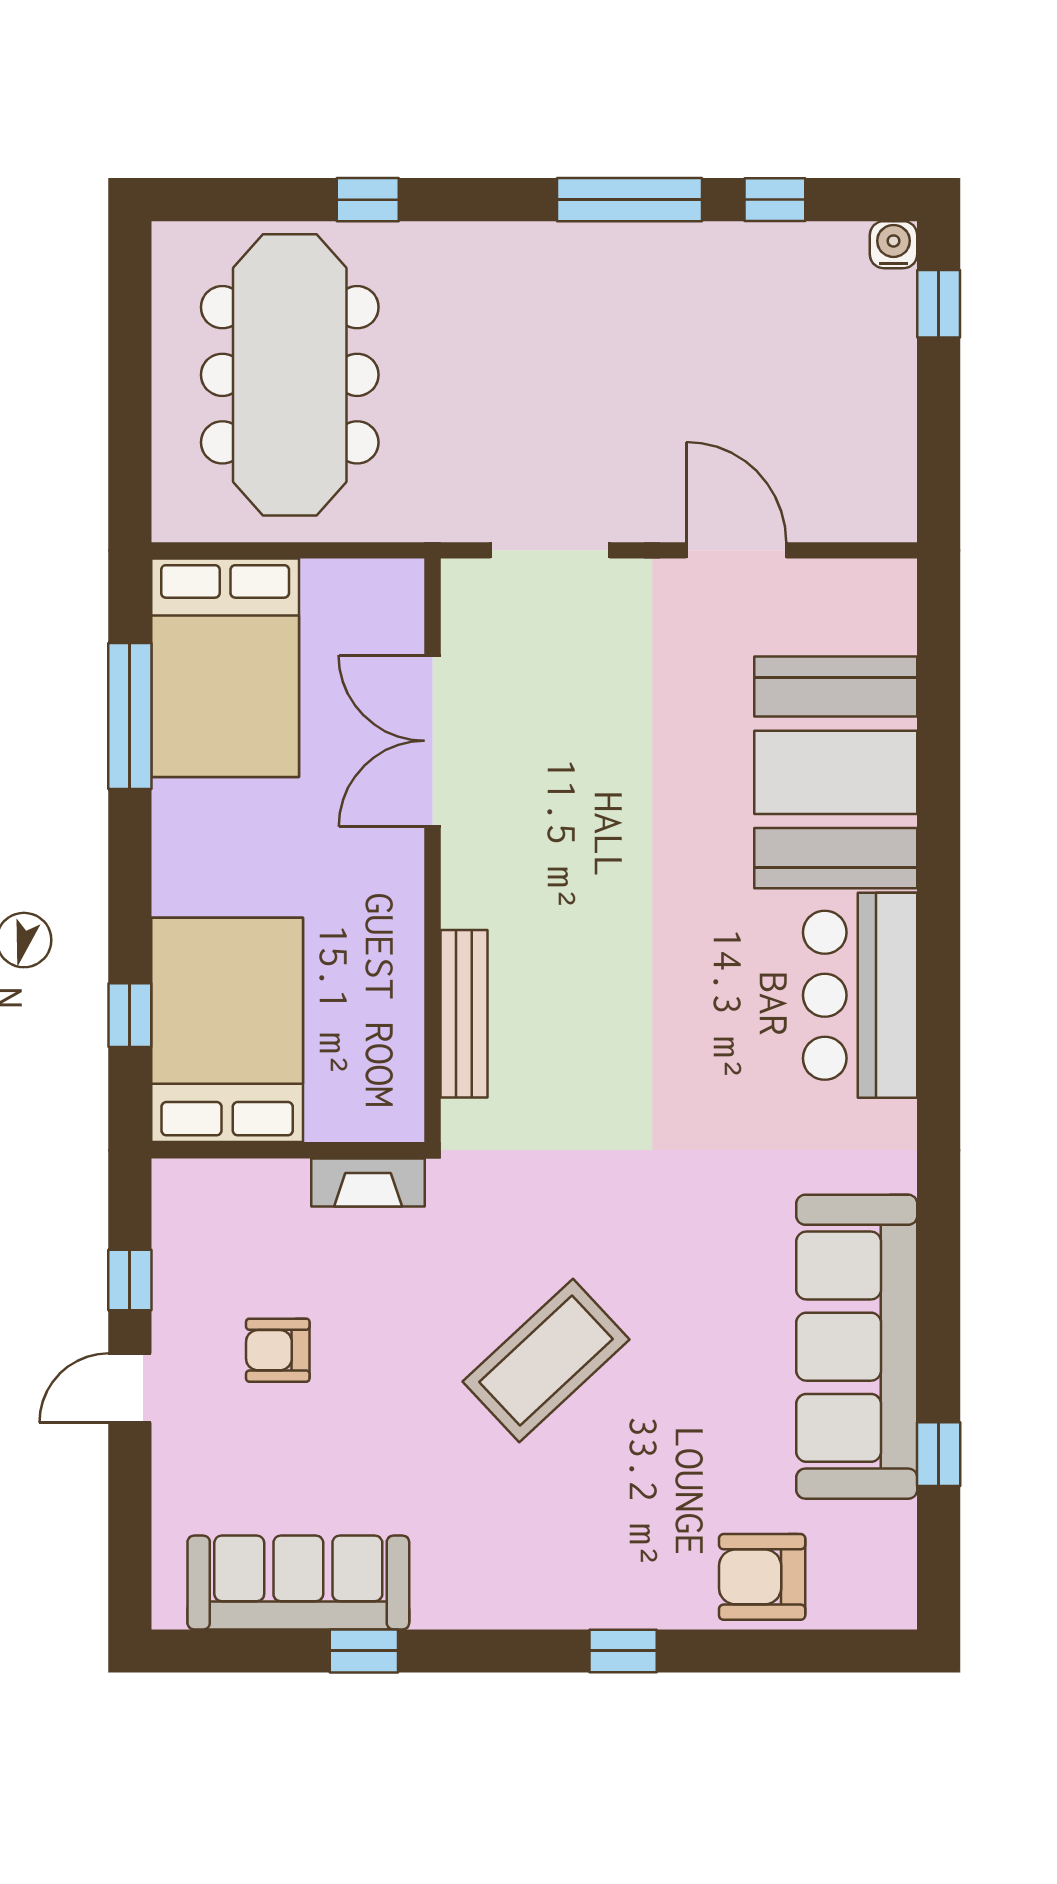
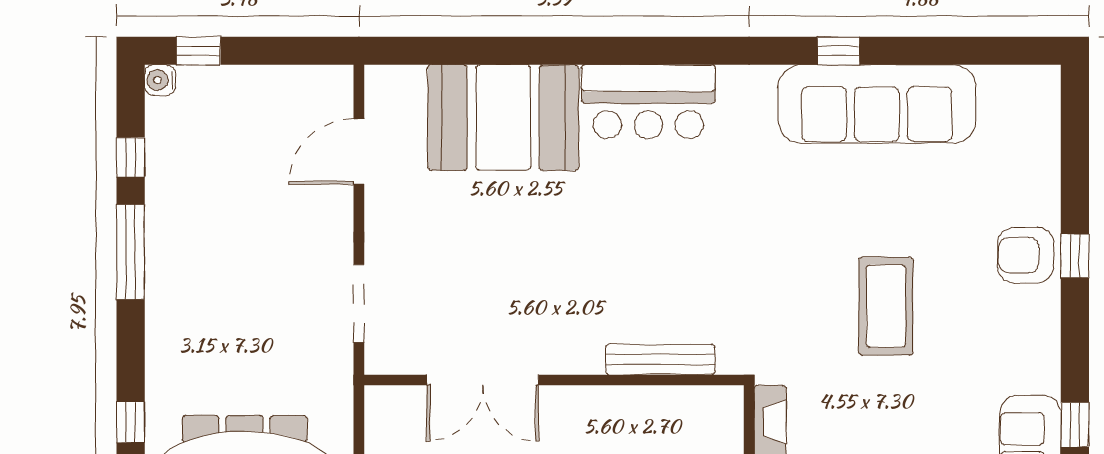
door: (736, 550) -> (359, 152), moved
coffee table: (546, 1361) -> (886, 306), turned 43
window: (939, 1454) -> (838, 51), moved
armchair: (762, 1577) -> (1026, 255), moved, turned 90

